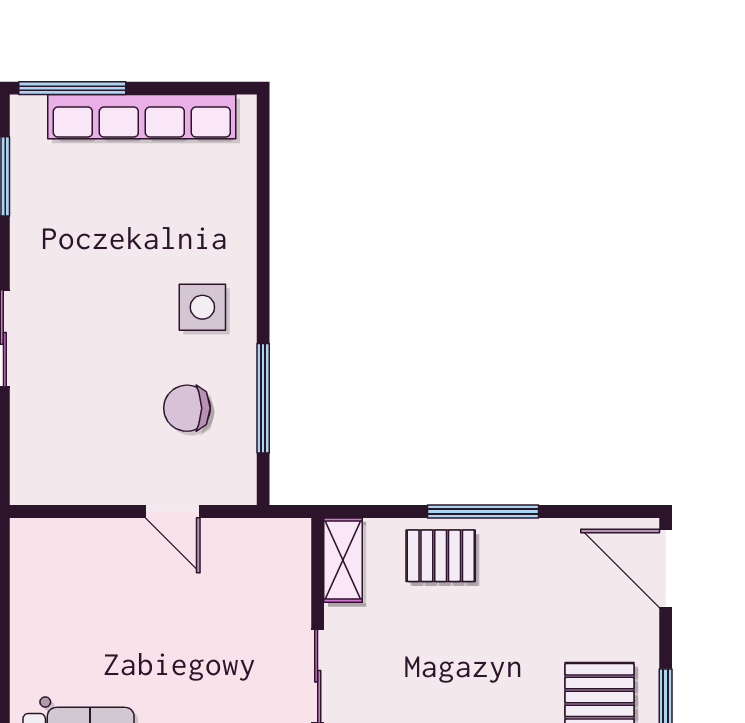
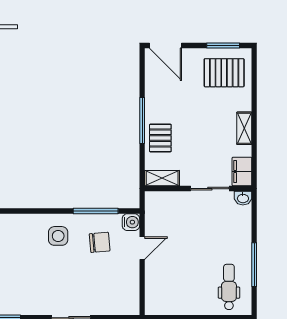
chair: (187, 408) -> (100, 242), turned -95
water cooler: (236, 484) -> (131, 222), added
door: (666, 568) -> (166, 46), hinge flipped

